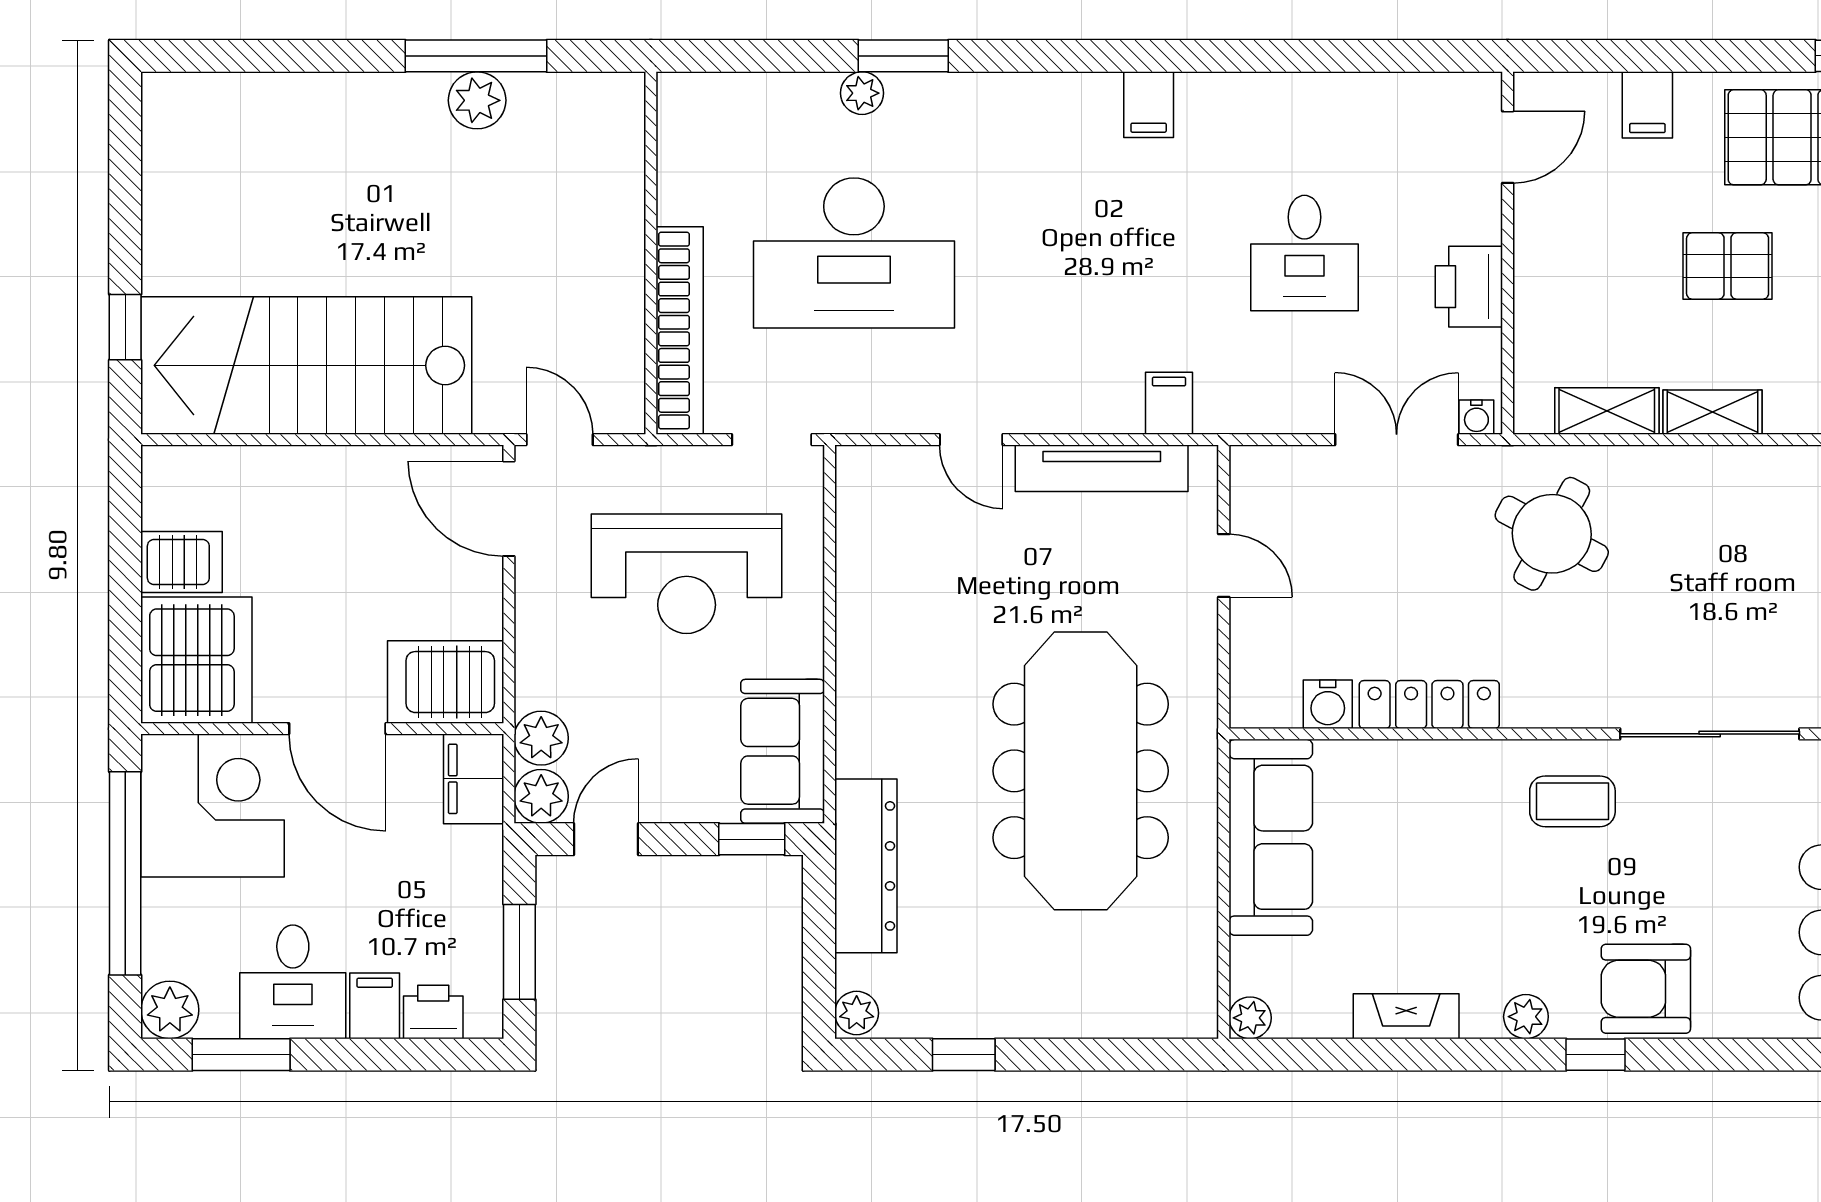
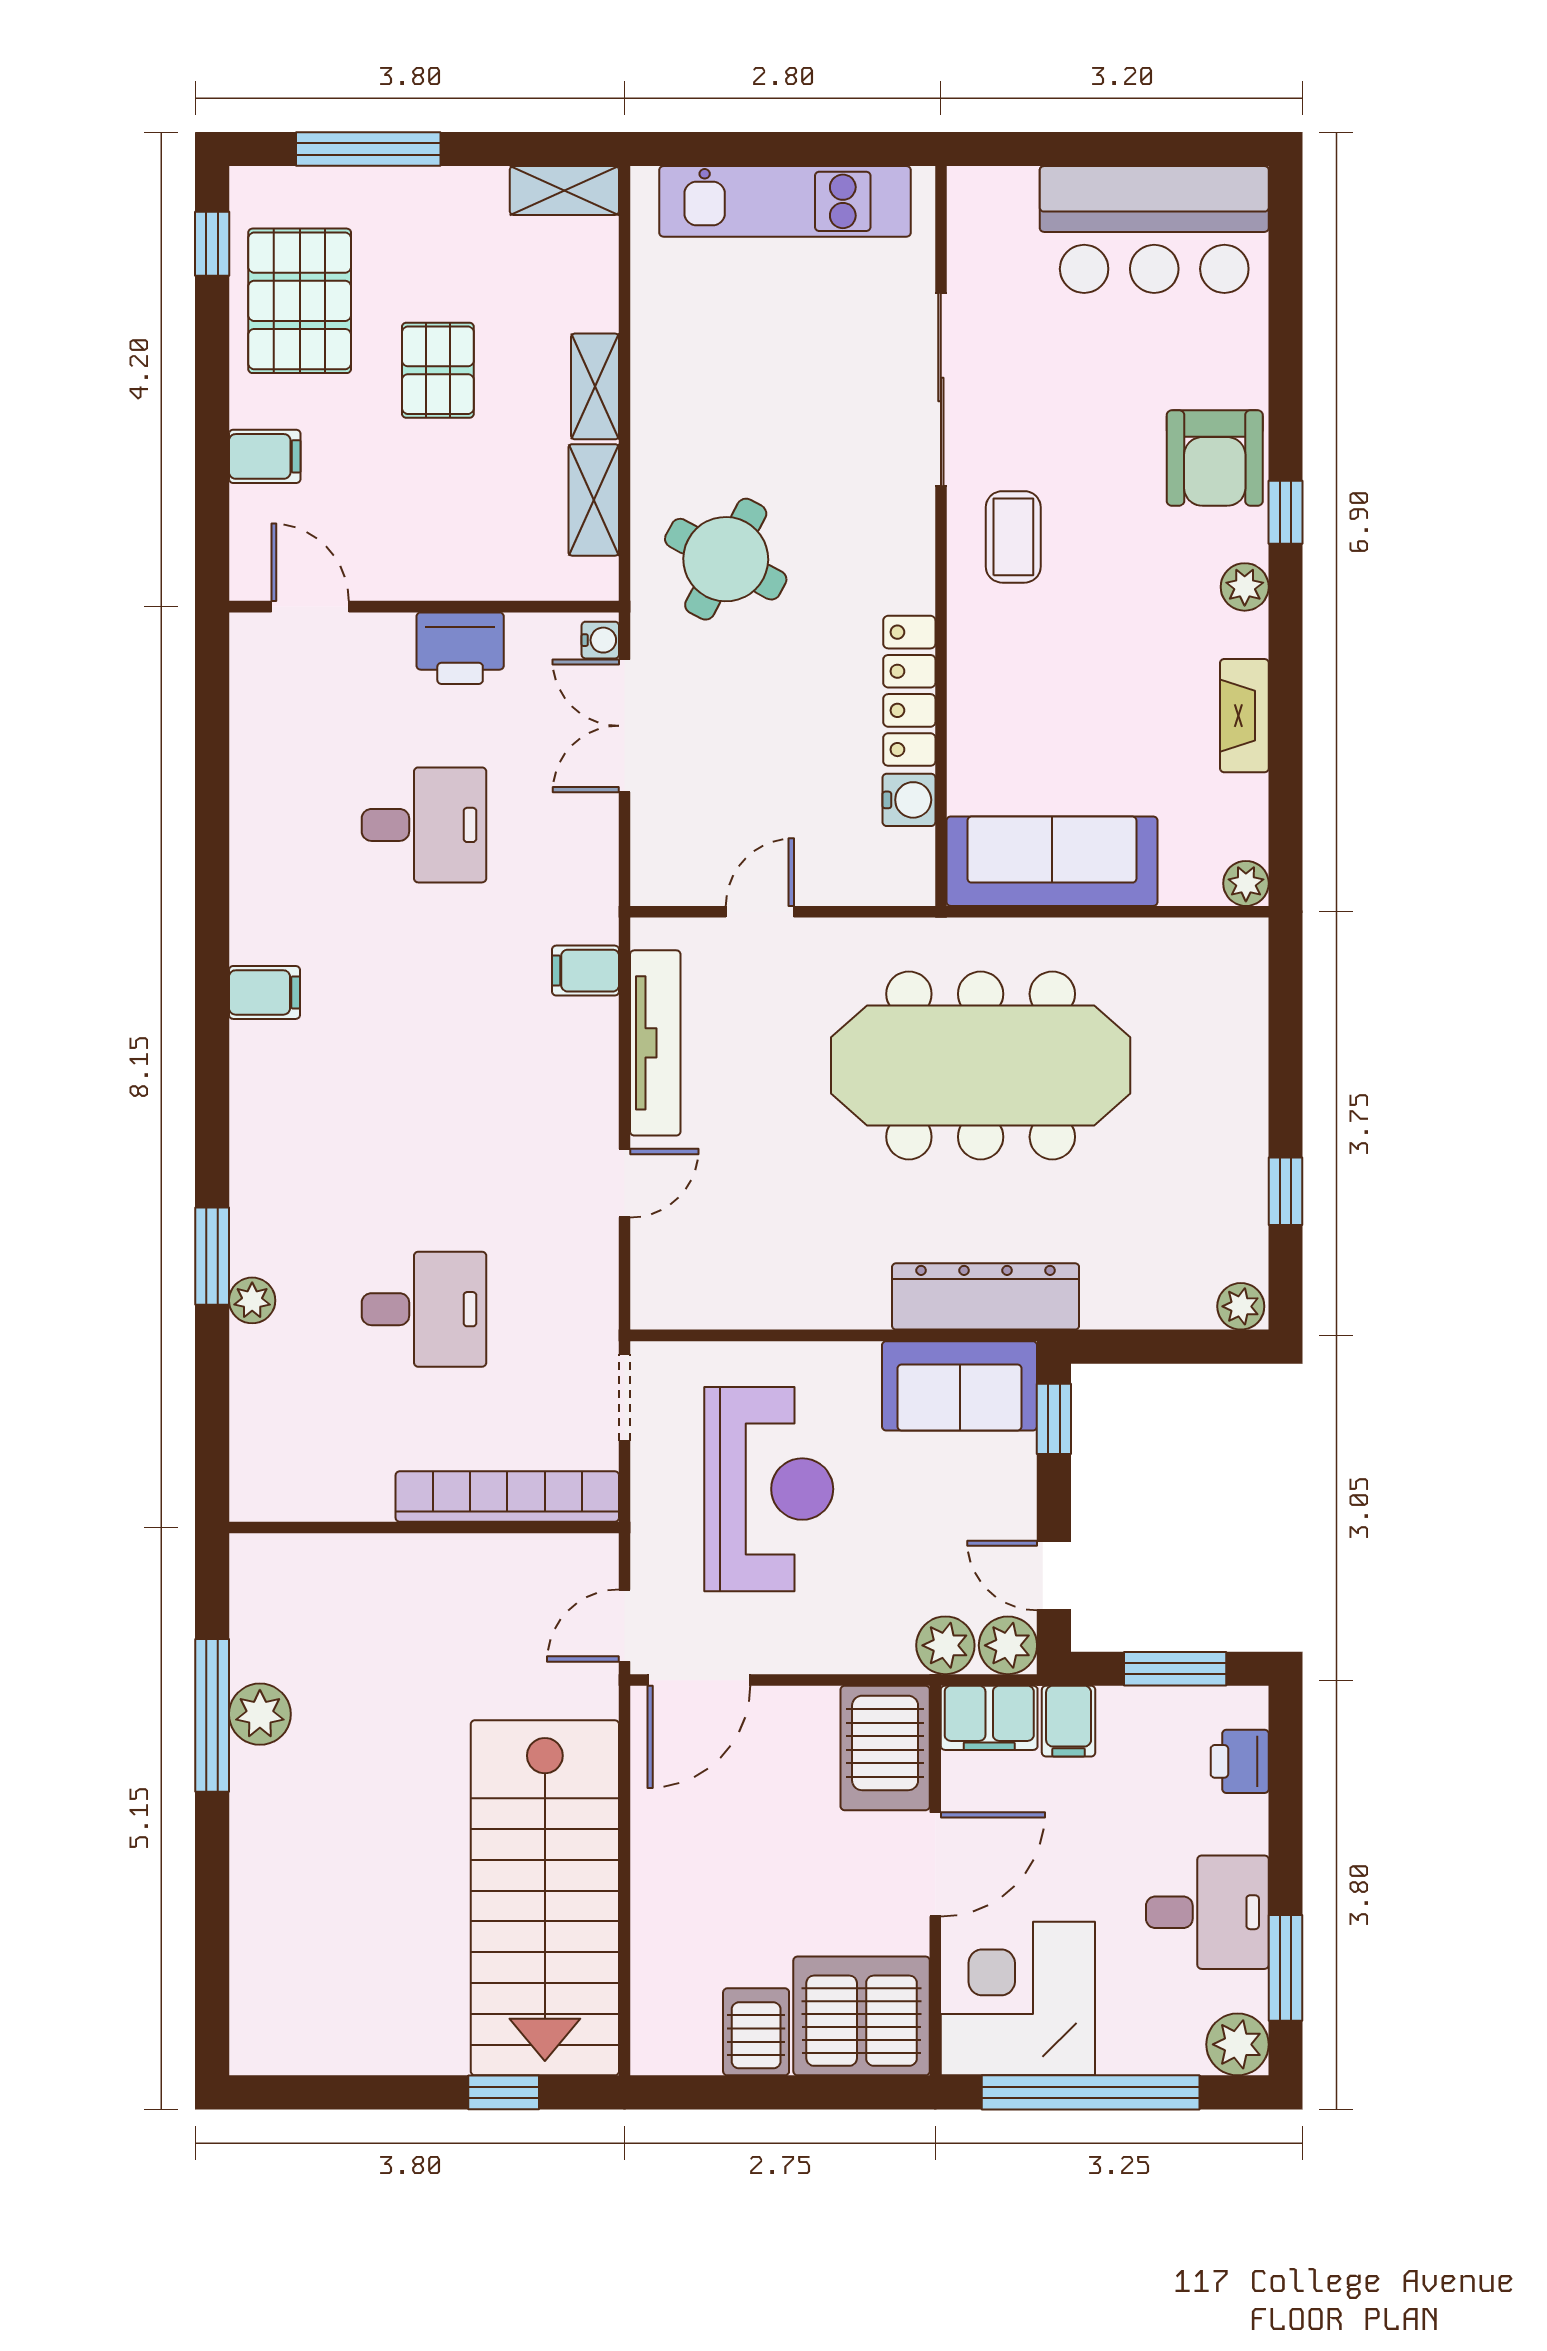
desk: (854, 253) -> (424, 1309), width x0.53, depth x0.77
dresser: (866, 866) -> (986, 1296), moved
filing cabinet: (375, 1006) -> (1069, 1721), moved, turned -90

